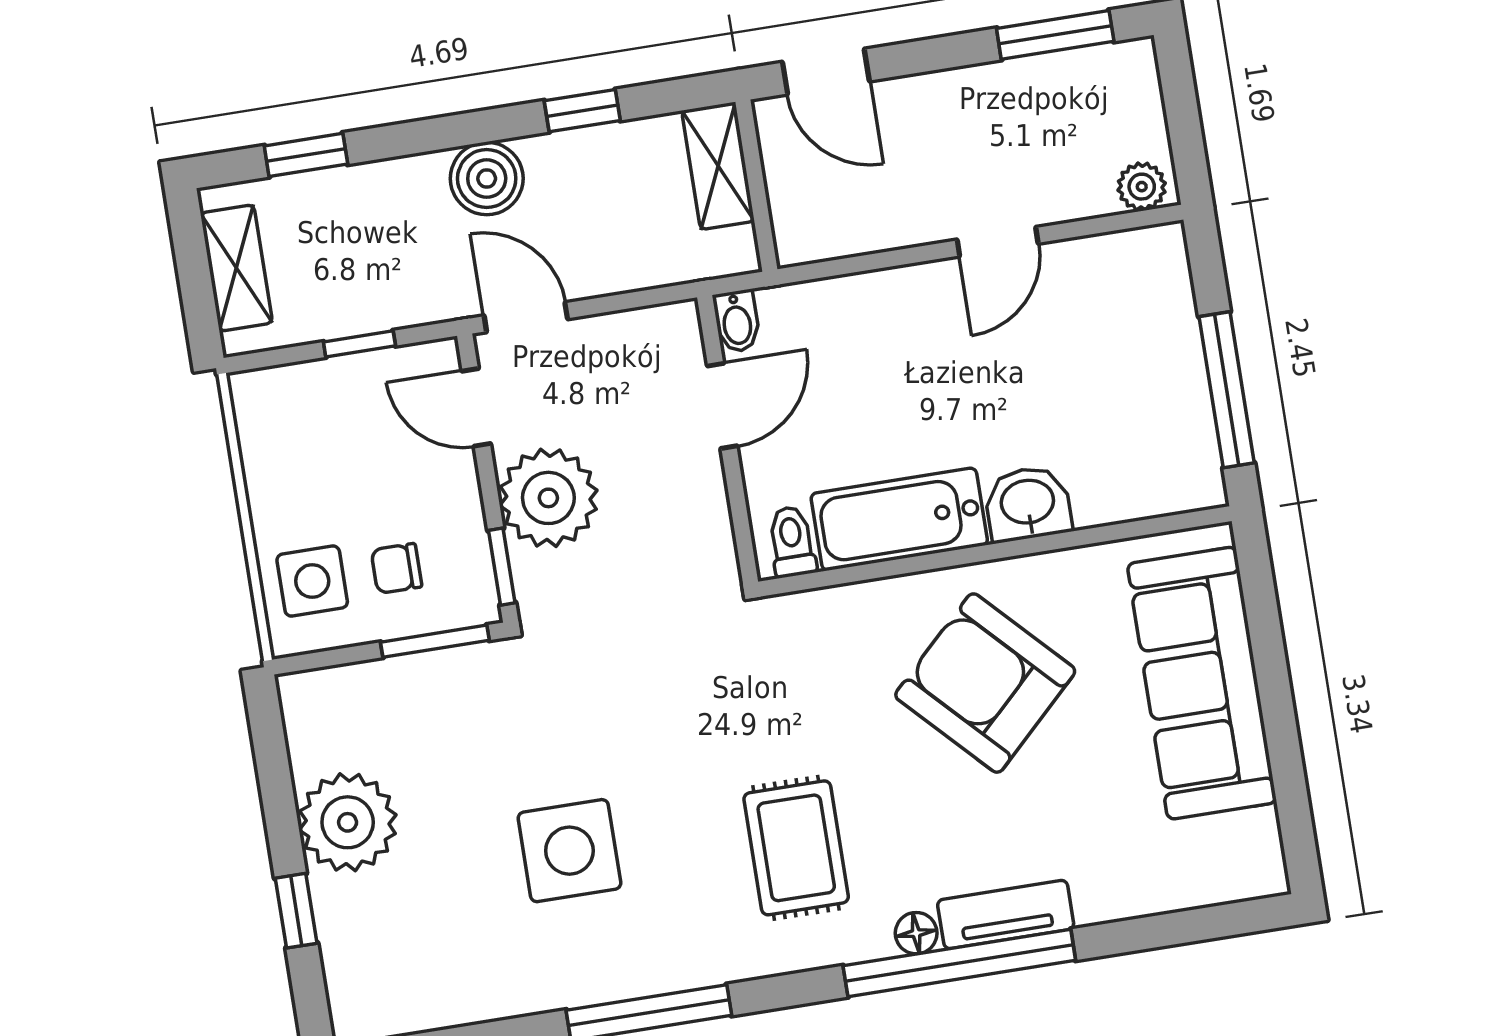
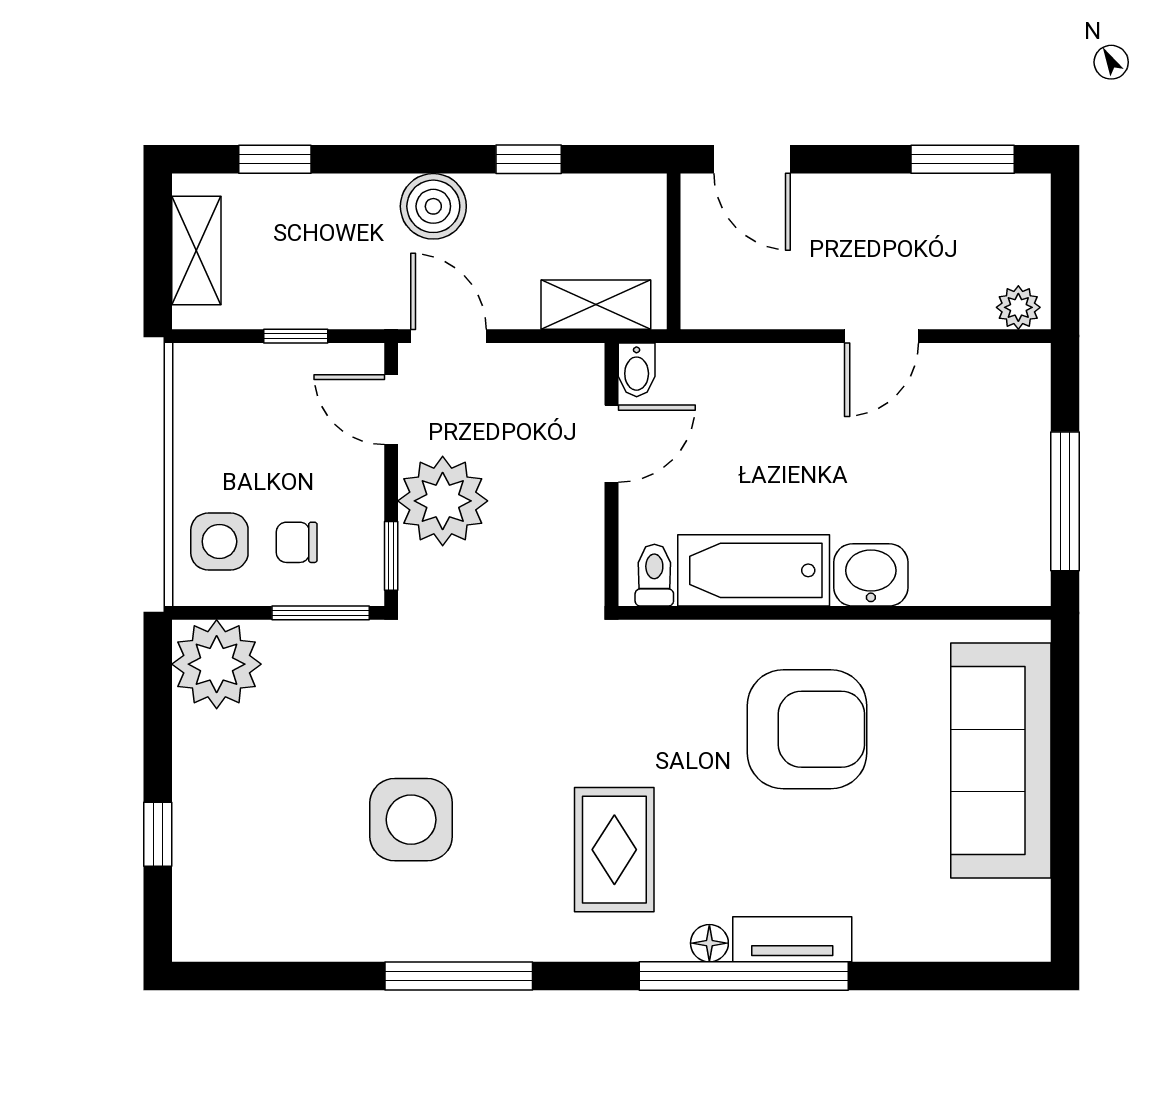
shelving: (718, 166) -> (596, 305), moved, turned 90
armchair: (985, 683) -> (807, 729), turned 134
plant: (348, 822) -> (217, 664), moved

